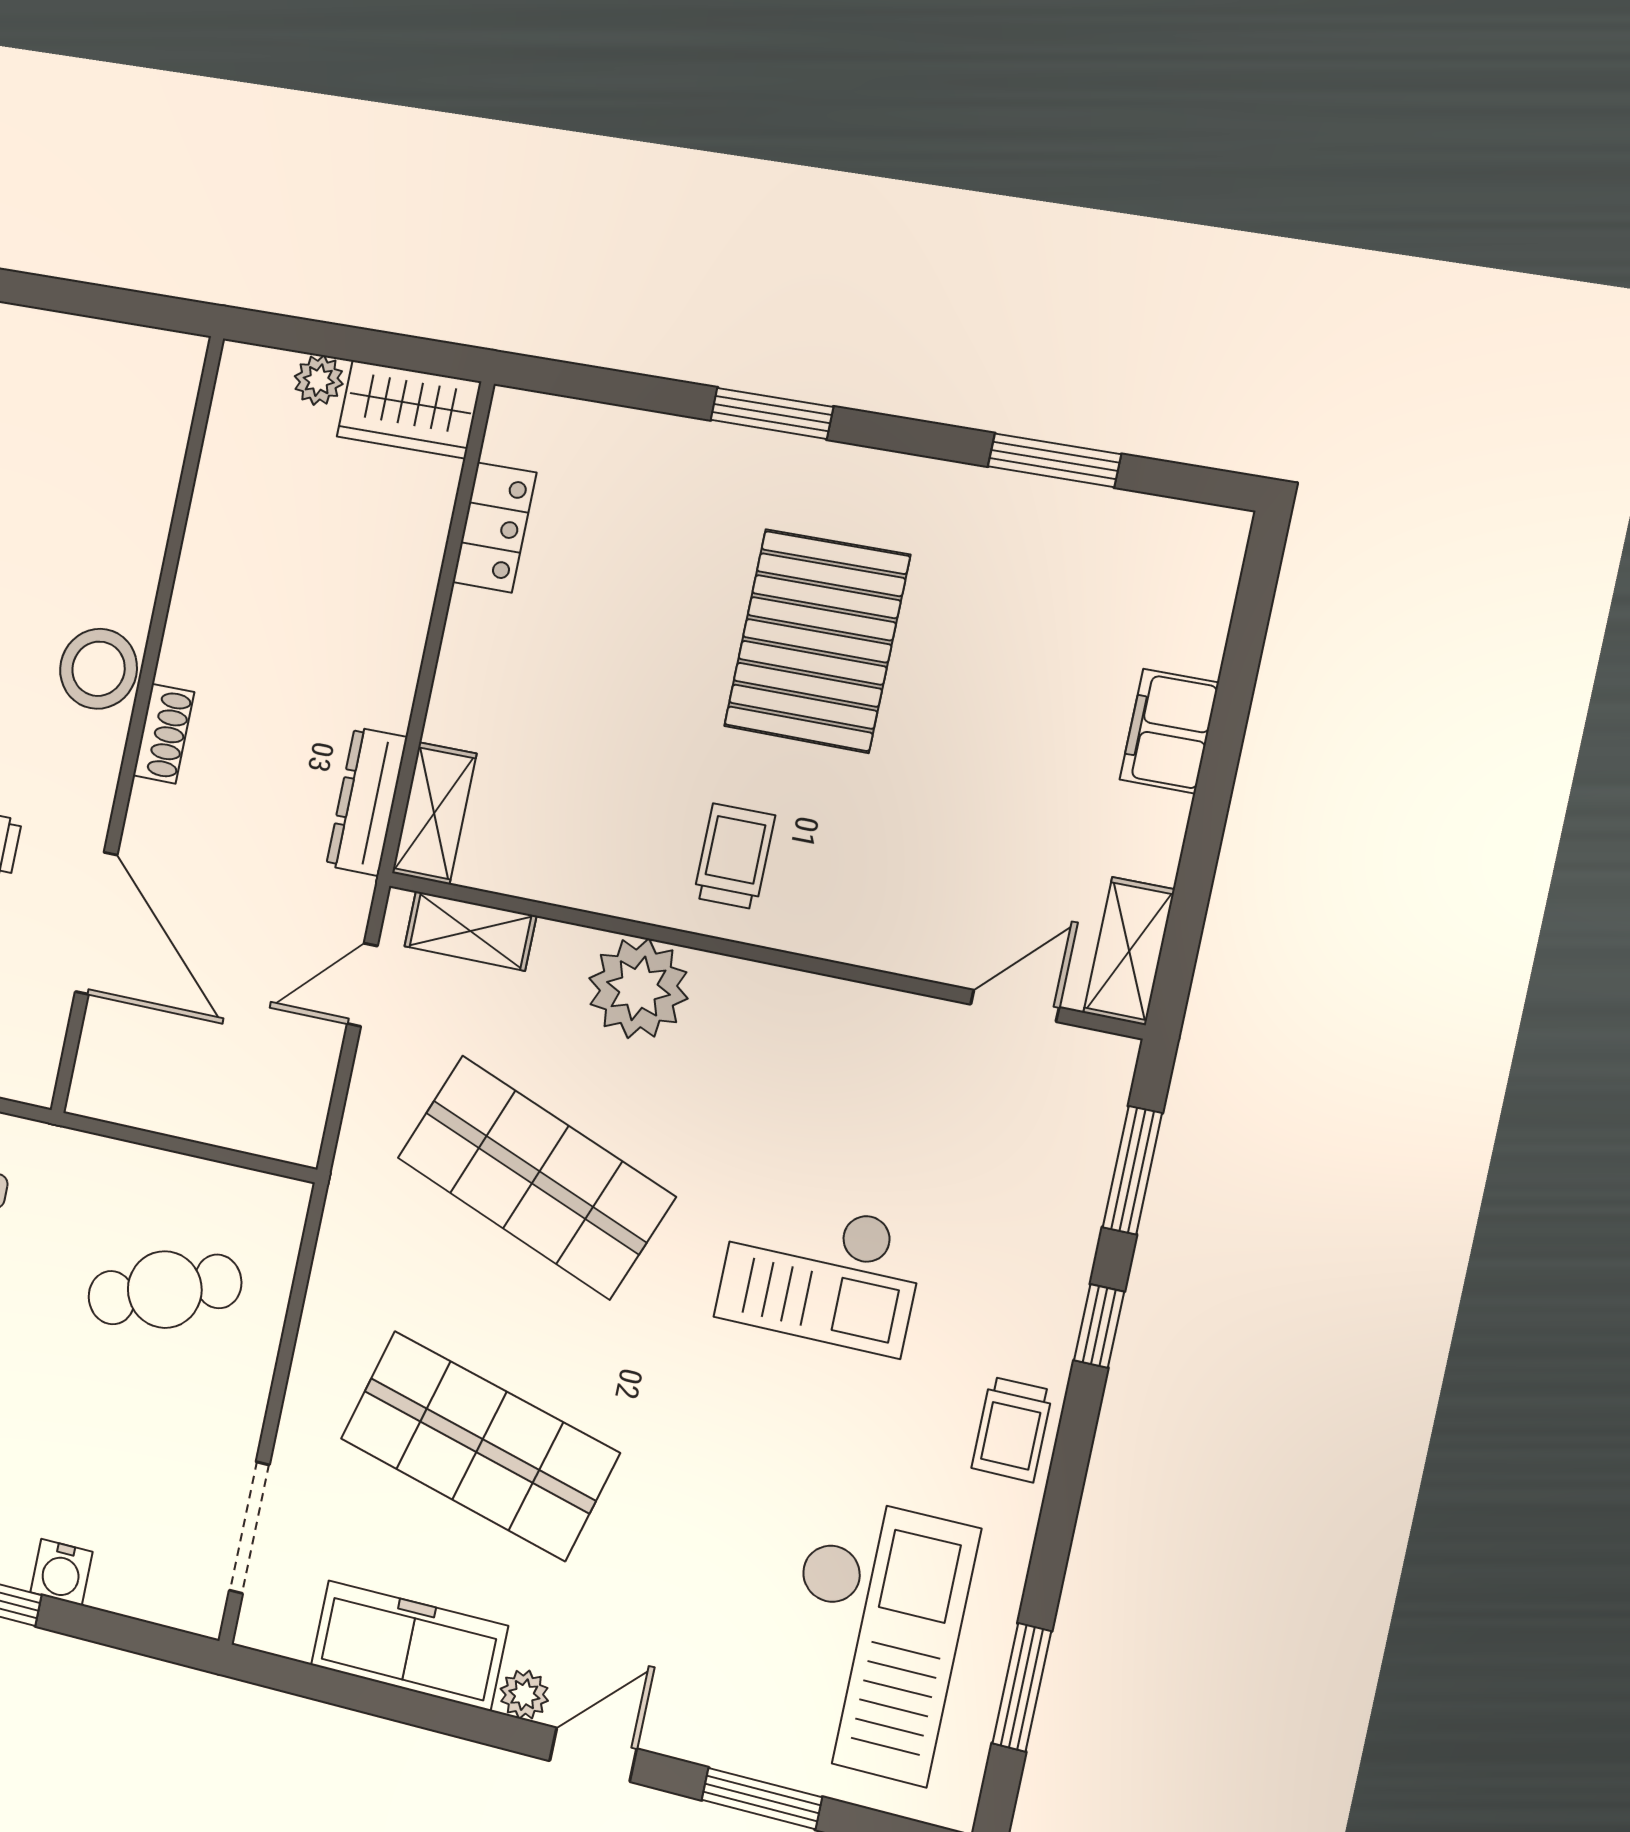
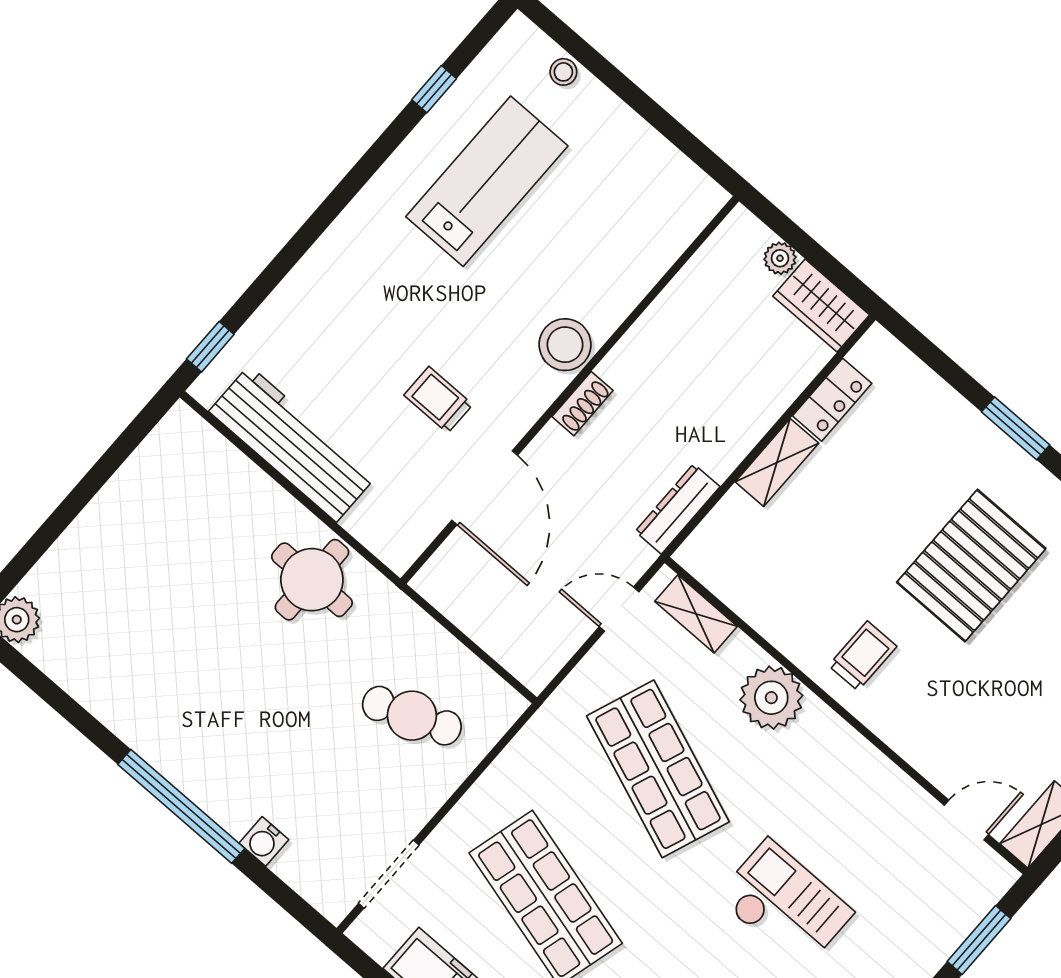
shelving: (434, 813) -> (777, 462), moved
checkout: (820, 1273) -> (785, 905), turned 180

